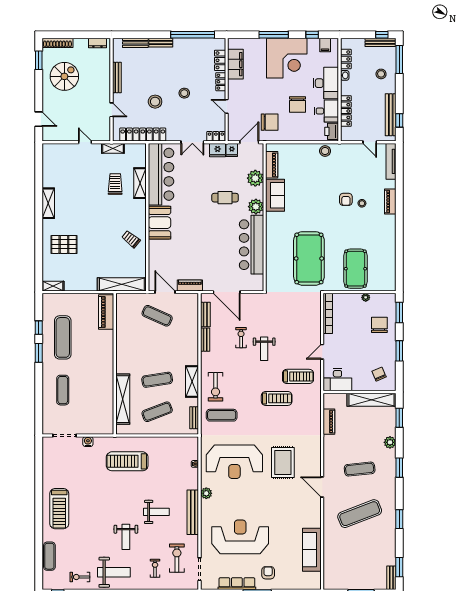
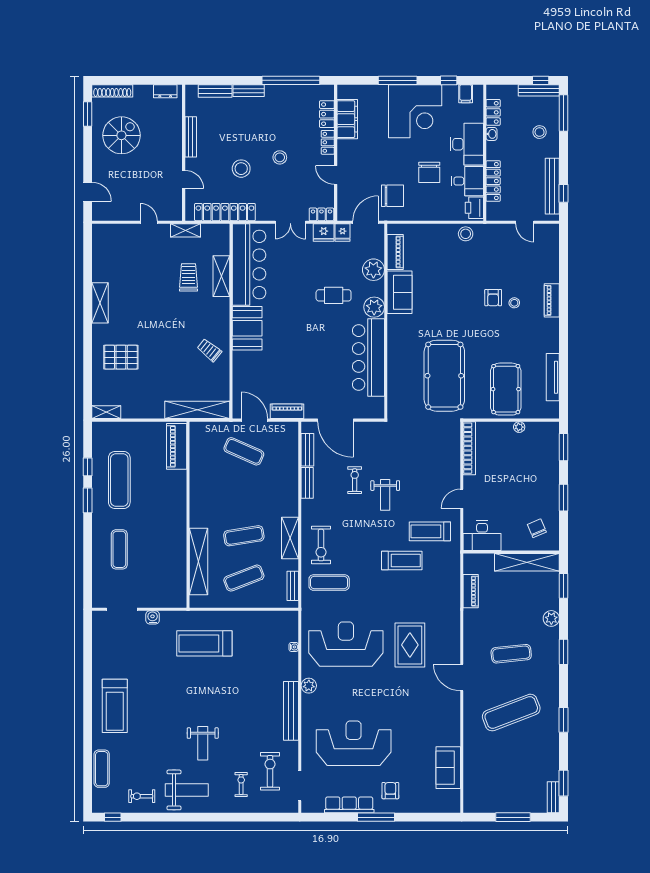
tv unit: (391, 161) -> (553, 377), moved
chair: (379, 325) -> (537, 463), removed
treadmill: (298, 376) -> (430, 531), turned 180
reception desk: (234, 462) -> (346, 644), turned 180
weight bench: (156, 512) -> (243, 710), removed
sofa: (312, 550) -> (448, 768), width x0.73

